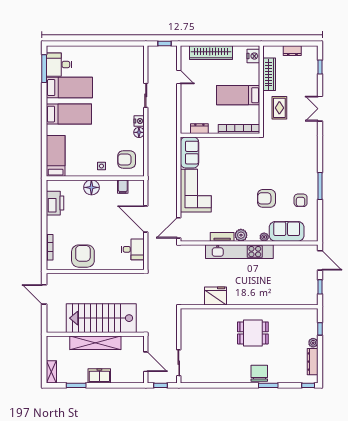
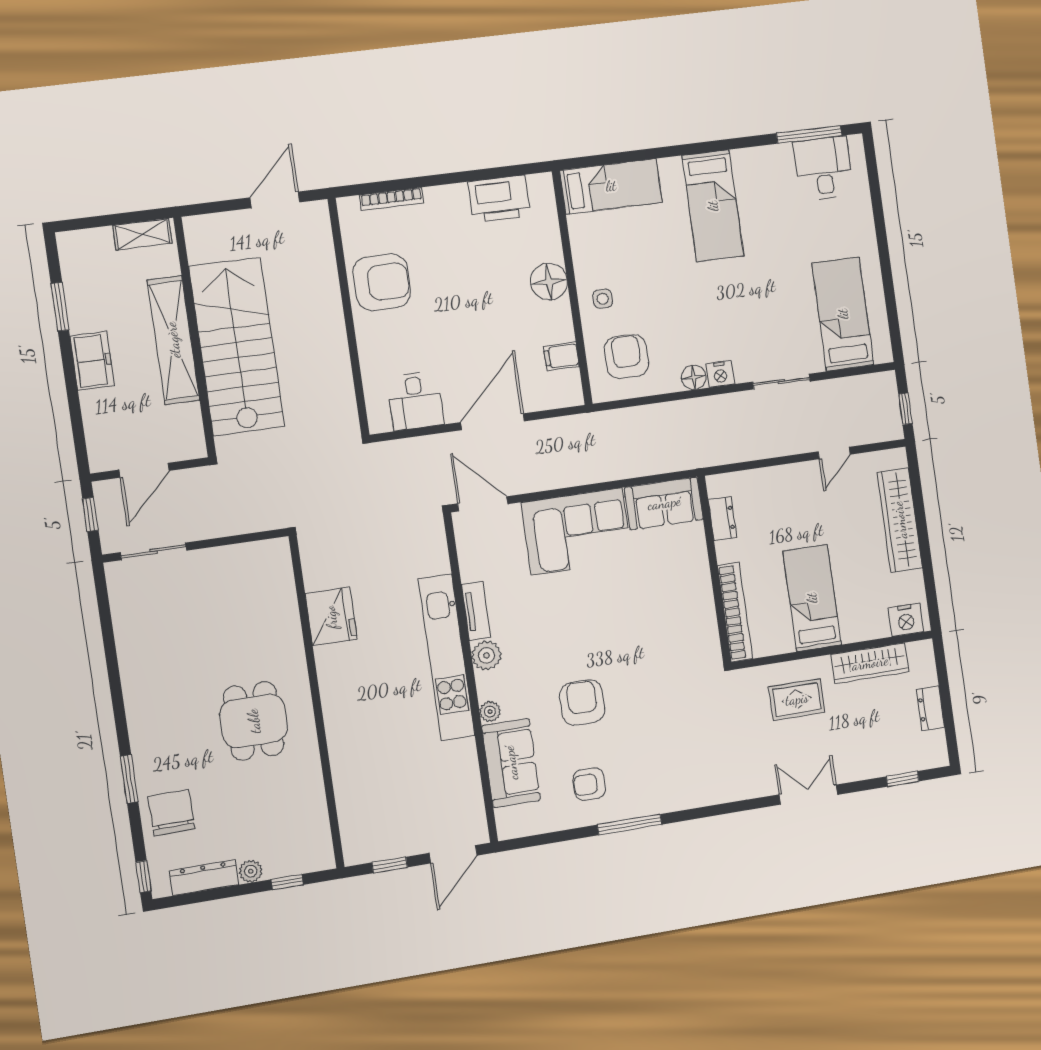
bed: (69, 88) -> (843, 314), moved, turned 180
shelving: (51, 372) -> (142, 234), moved
chair: (259, 373) -> (171, 813), moved, turned -91

